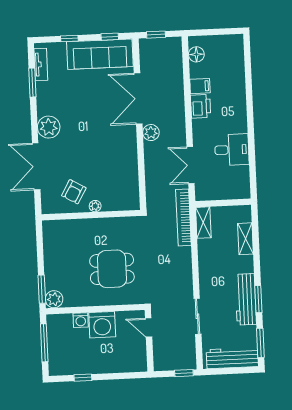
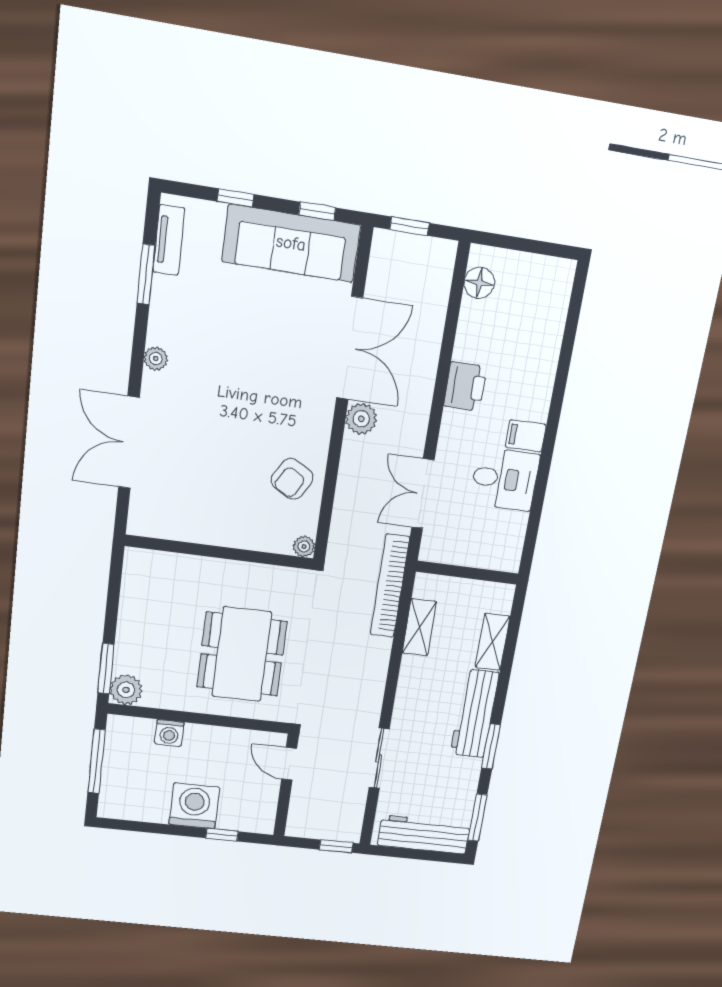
filing cabinet: (200, 86) -> (526, 436), moved, turned 180
double door: (138, 99) -> (350, 348), swing flipped
plant: (49, 127) -> (156, 359), width x0.53, depth x0.53
armchair: (74, 192) -> (292, 479), moved
plant: (95, 206) -> (304, 547), moved
shelving: (203, 223) -> (419, 627), moved
dining table: (112, 269) -> (242, 654), width x1.38
workbench: (246, 299) -> (475, 713), moved
washing machine: (102, 325) -> (194, 806), moved, turned 180
window: (83, 378) -> (222, 835), moved

